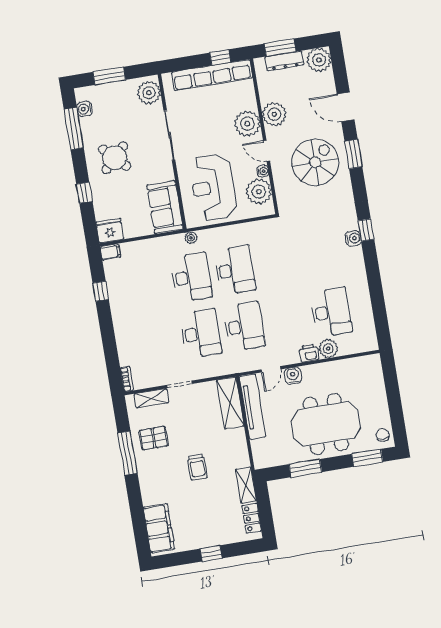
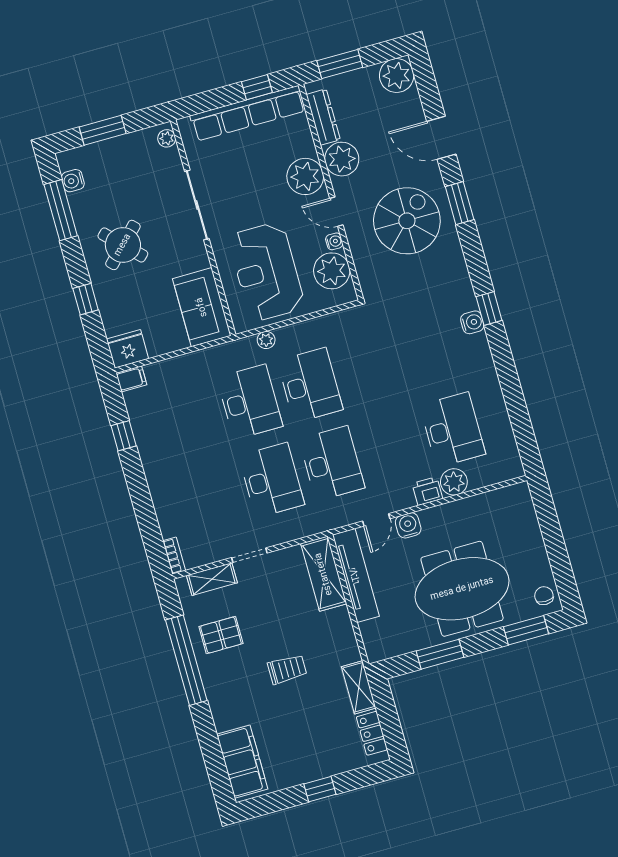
dresser: (284, 61) -> (323, 117), moved, turned -90
plant: (149, 93) -> (167, 138), width x0.53, depth x0.53
plant: (191, 238) -> (266, 340), moved
window: (127, 453) -> (186, 660), width x1.46
trolley: (197, 467) -> (287, 669), turned -90

